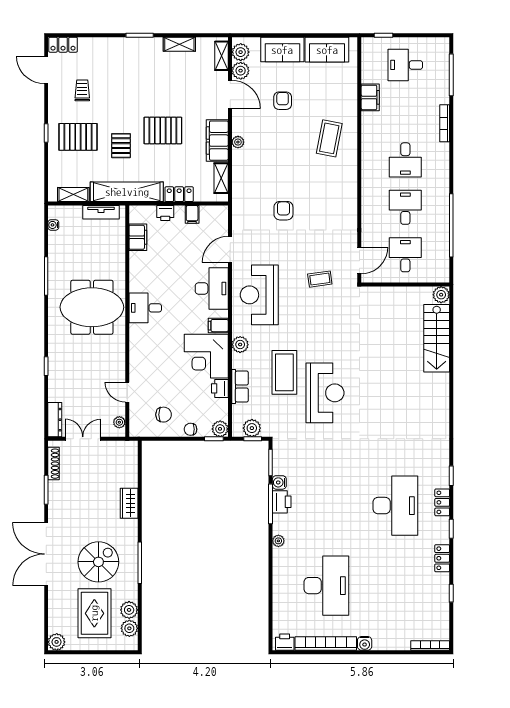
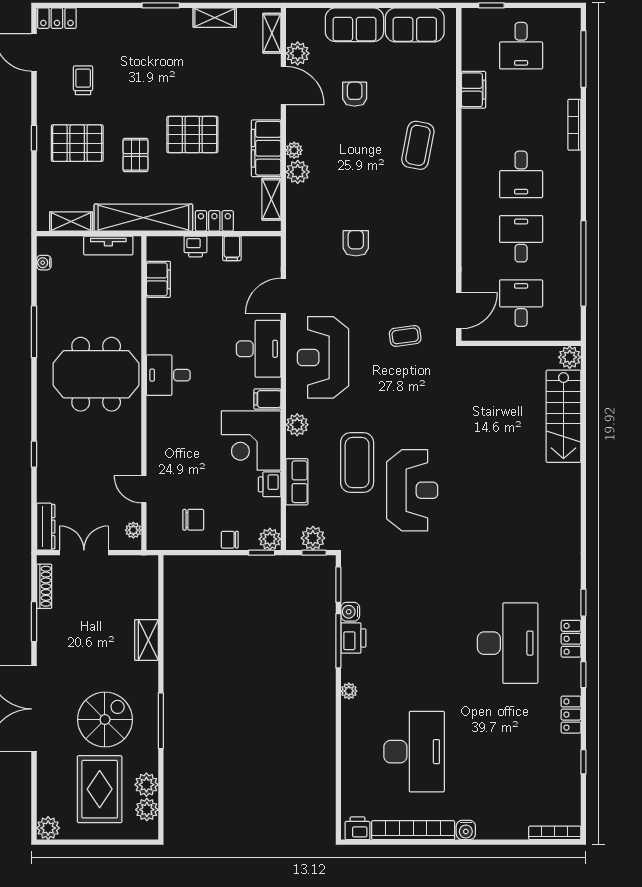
plant: (241, 52) -> (298, 172), moved
desk: (405, 65) -> (521, 46), turned -90

